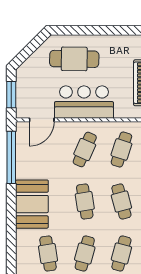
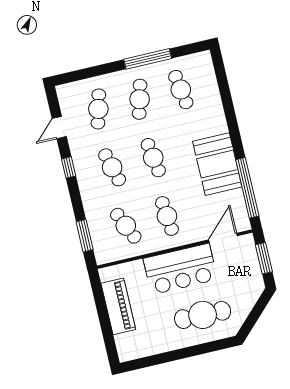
cafe table: (85, 149) -> (167, 216), turned -30
cafe table: (121, 149) -> (126, 226), turned -42
booth: (32, 204) -> (217, 164), moved

